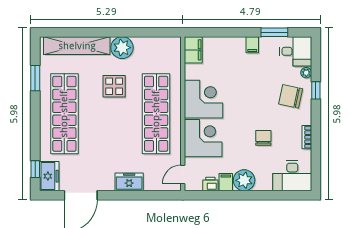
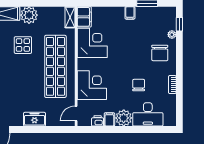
shelving: (175, 50) -> (70, 17), added
desk: (296, 51) -> (164, 18), removed
window: (316, 90) -> (179, 24), moved
chair: (291, 96) -> (160, 53), turned -102
corner desk: (204, 99) -> (92, 43), moved
desk: (292, 176) -> (148, 114), moved

